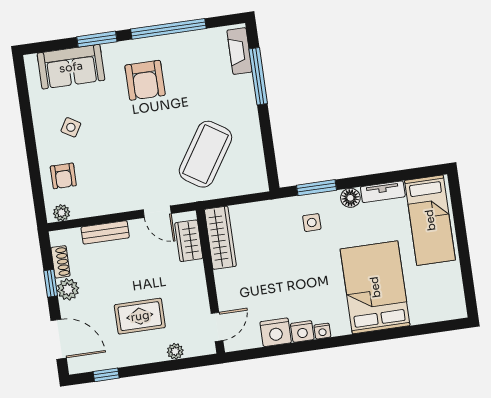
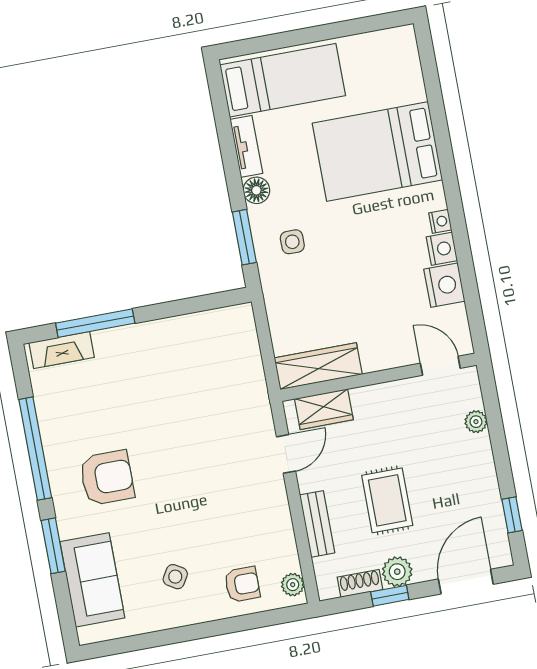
coffee table: (205, 154) -> (205, 391), removed
rug: (140, 316) -> (387, 500), moved

